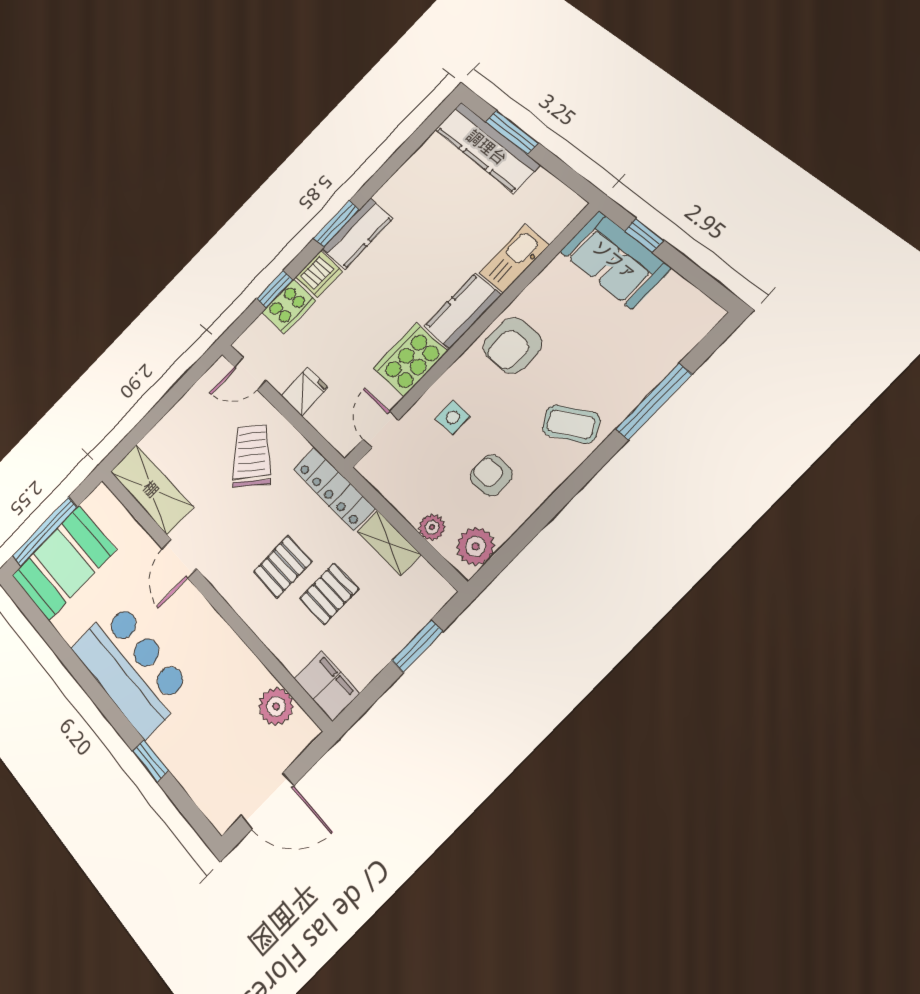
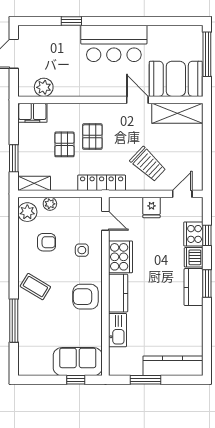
window: (512, 132) -> (145, 380), moved
armchair: (513, 345) -> (86, 297), turned -90
coffee table: (571, 424) -> (35, 287), turned 61
shelving: (389, 543) -> (34, 183), moved
booth: (64, 563) -> (176, 79), moved, turned 90

